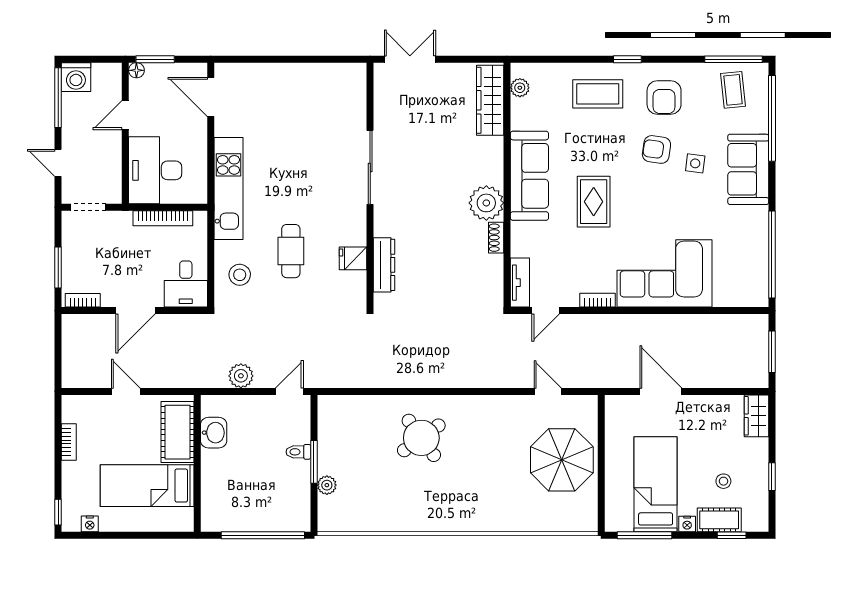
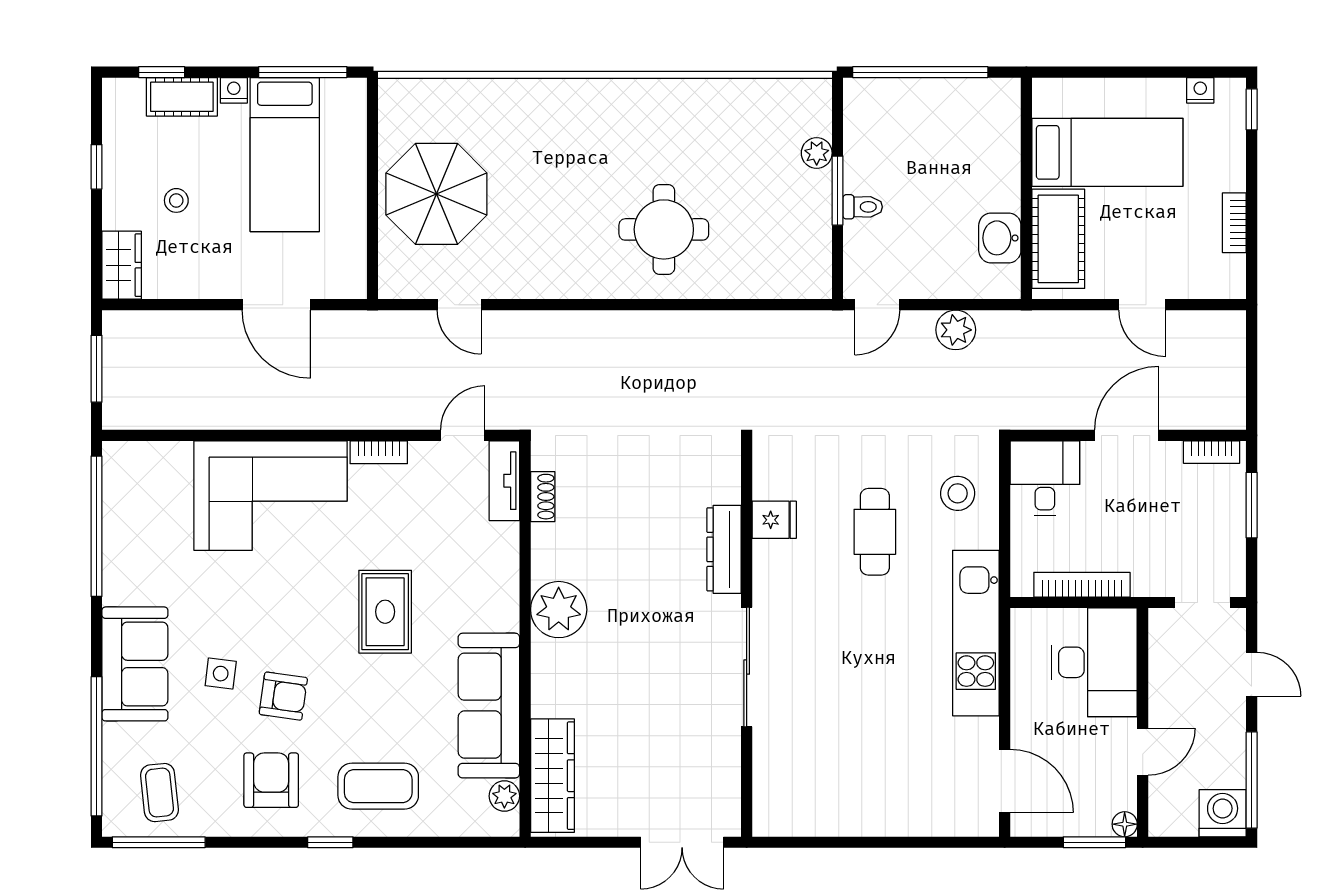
sofa: (529, 176) -> (489, 706), moved
shoe rack: (496, 238) -> (543, 497), moved
dresser: (384, 265) -> (724, 549), moved
round table: (421, 438) -> (664, 229), turned 36
stool: (723, 481) -> (176, 200), moved

